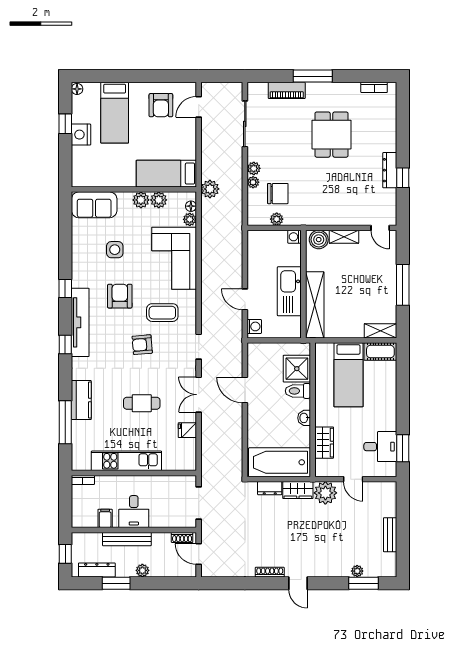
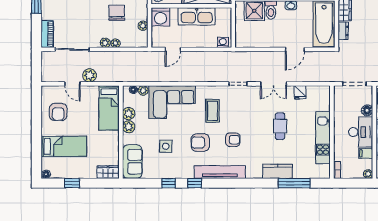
piano: (287, 90) -> (47, 34), moved
armchair: (161, 105) -> (58, 112), turned 90
door: (199, 107) -> (72, 84), moved
nightstand: (81, 135) -> (80, 171), removed
wardrobe: (80, 172) -> (108, 172), added
plant: (210, 189) -> (90, 75), moved
chair: (278, 194) -> (117, 13), moved
washing machine: (295, 237) -> (160, 17), width x1.89, depth x1.89
door: (245, 299) -> (173, 49), moved
window: (65, 344) -> (169, 183), moved
armchair: (142, 345) -> (233, 140), moved, turned -85
door: (245, 390) -> (295, 49), moved
desk: (134, 512) -> (361, 132), width x1.37
floor lamp: (163, 520) -> (367, 110), added
plant: (77, 522) -> (368, 174), added

